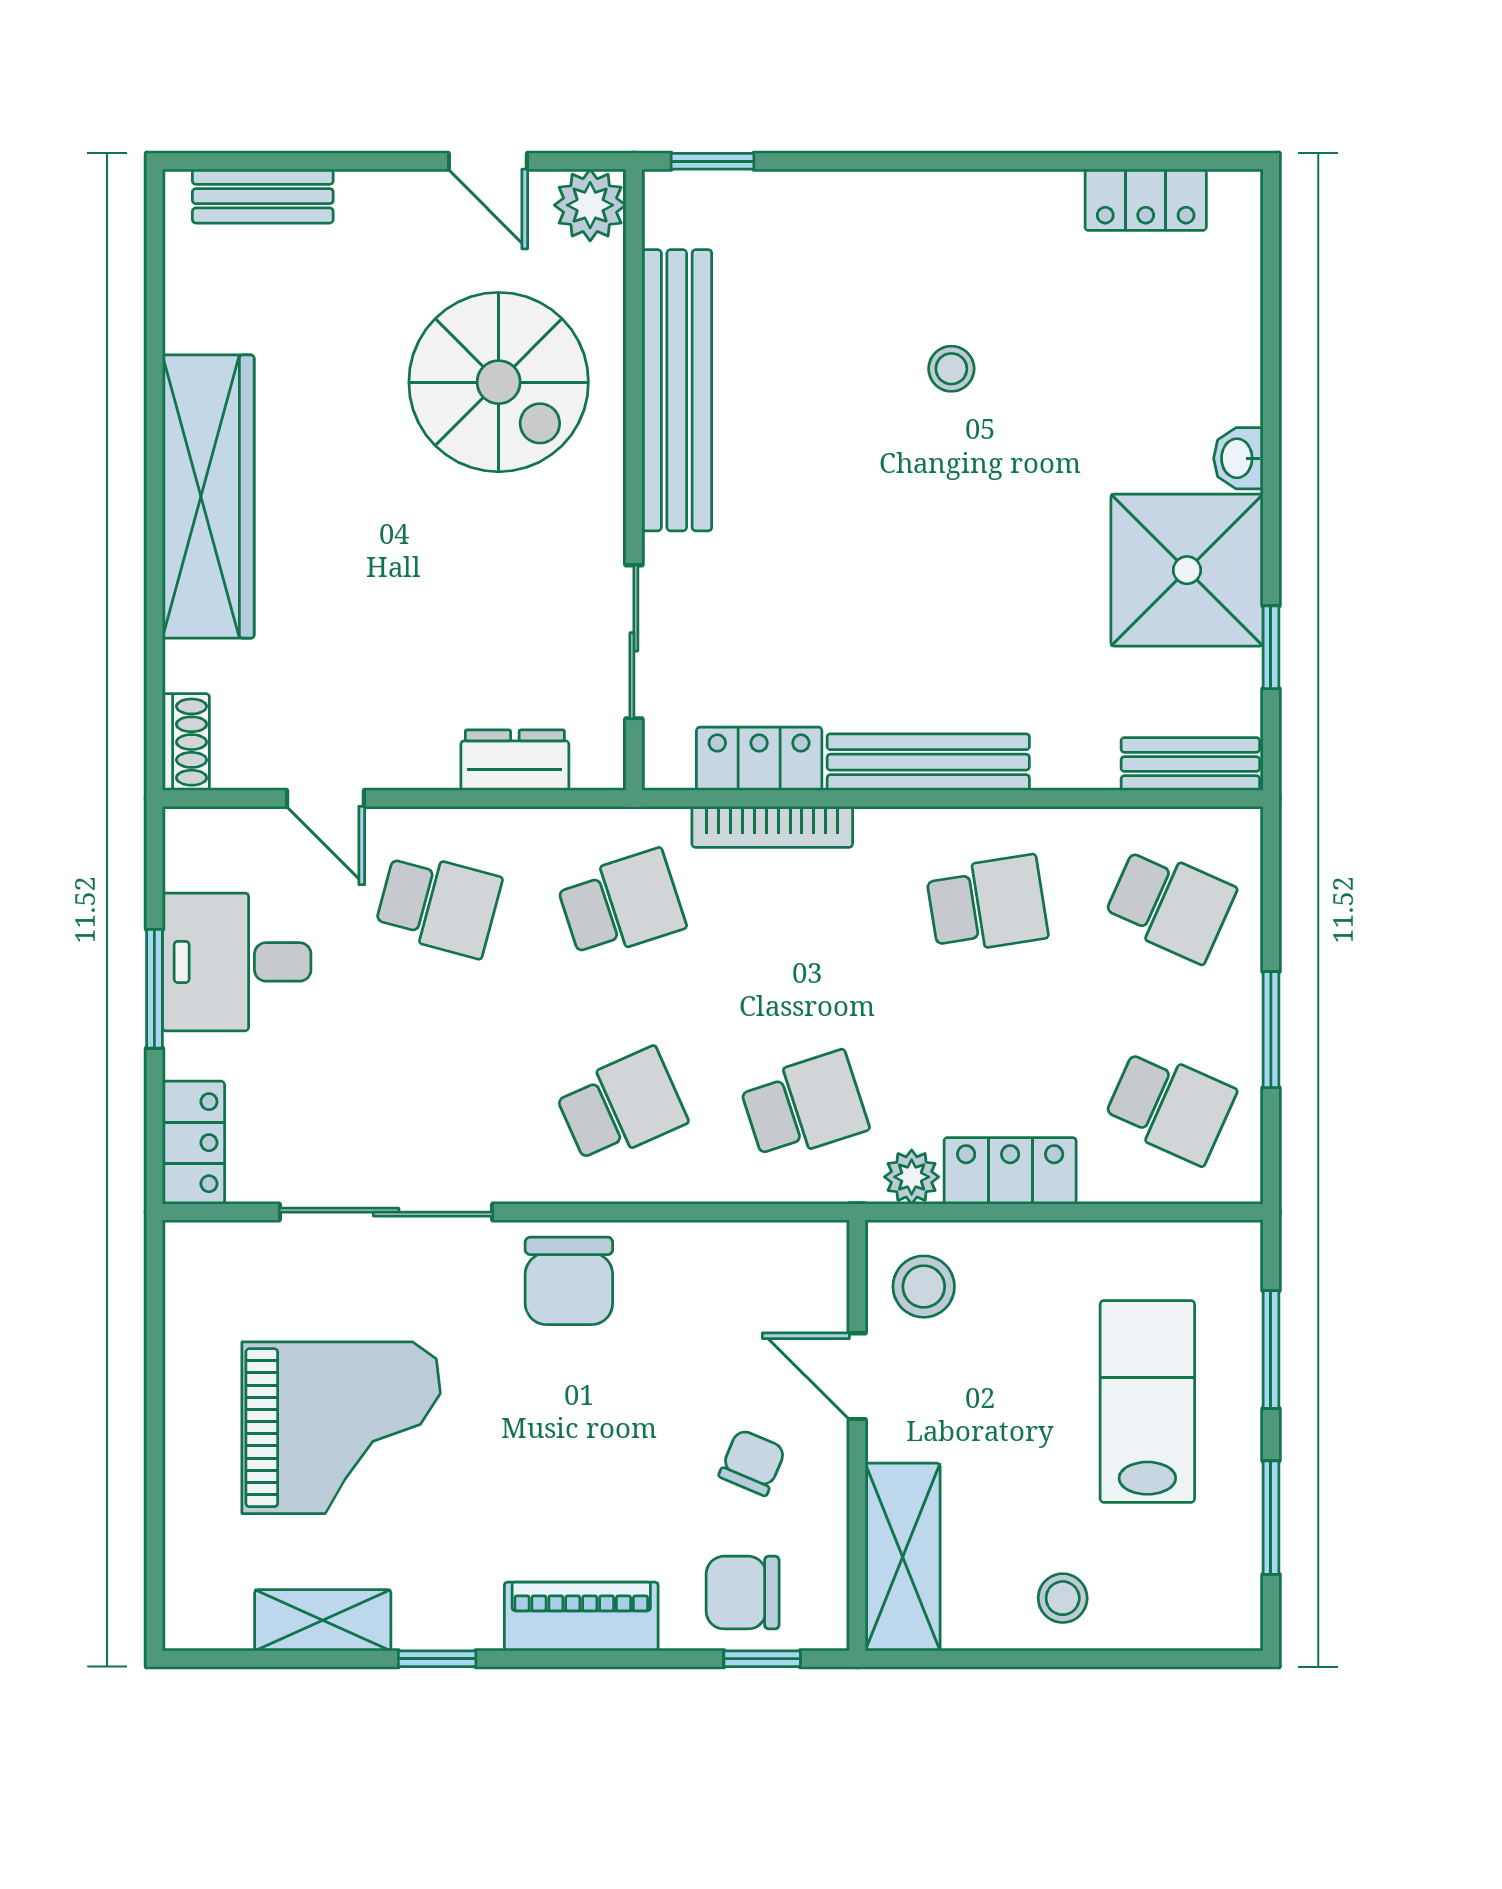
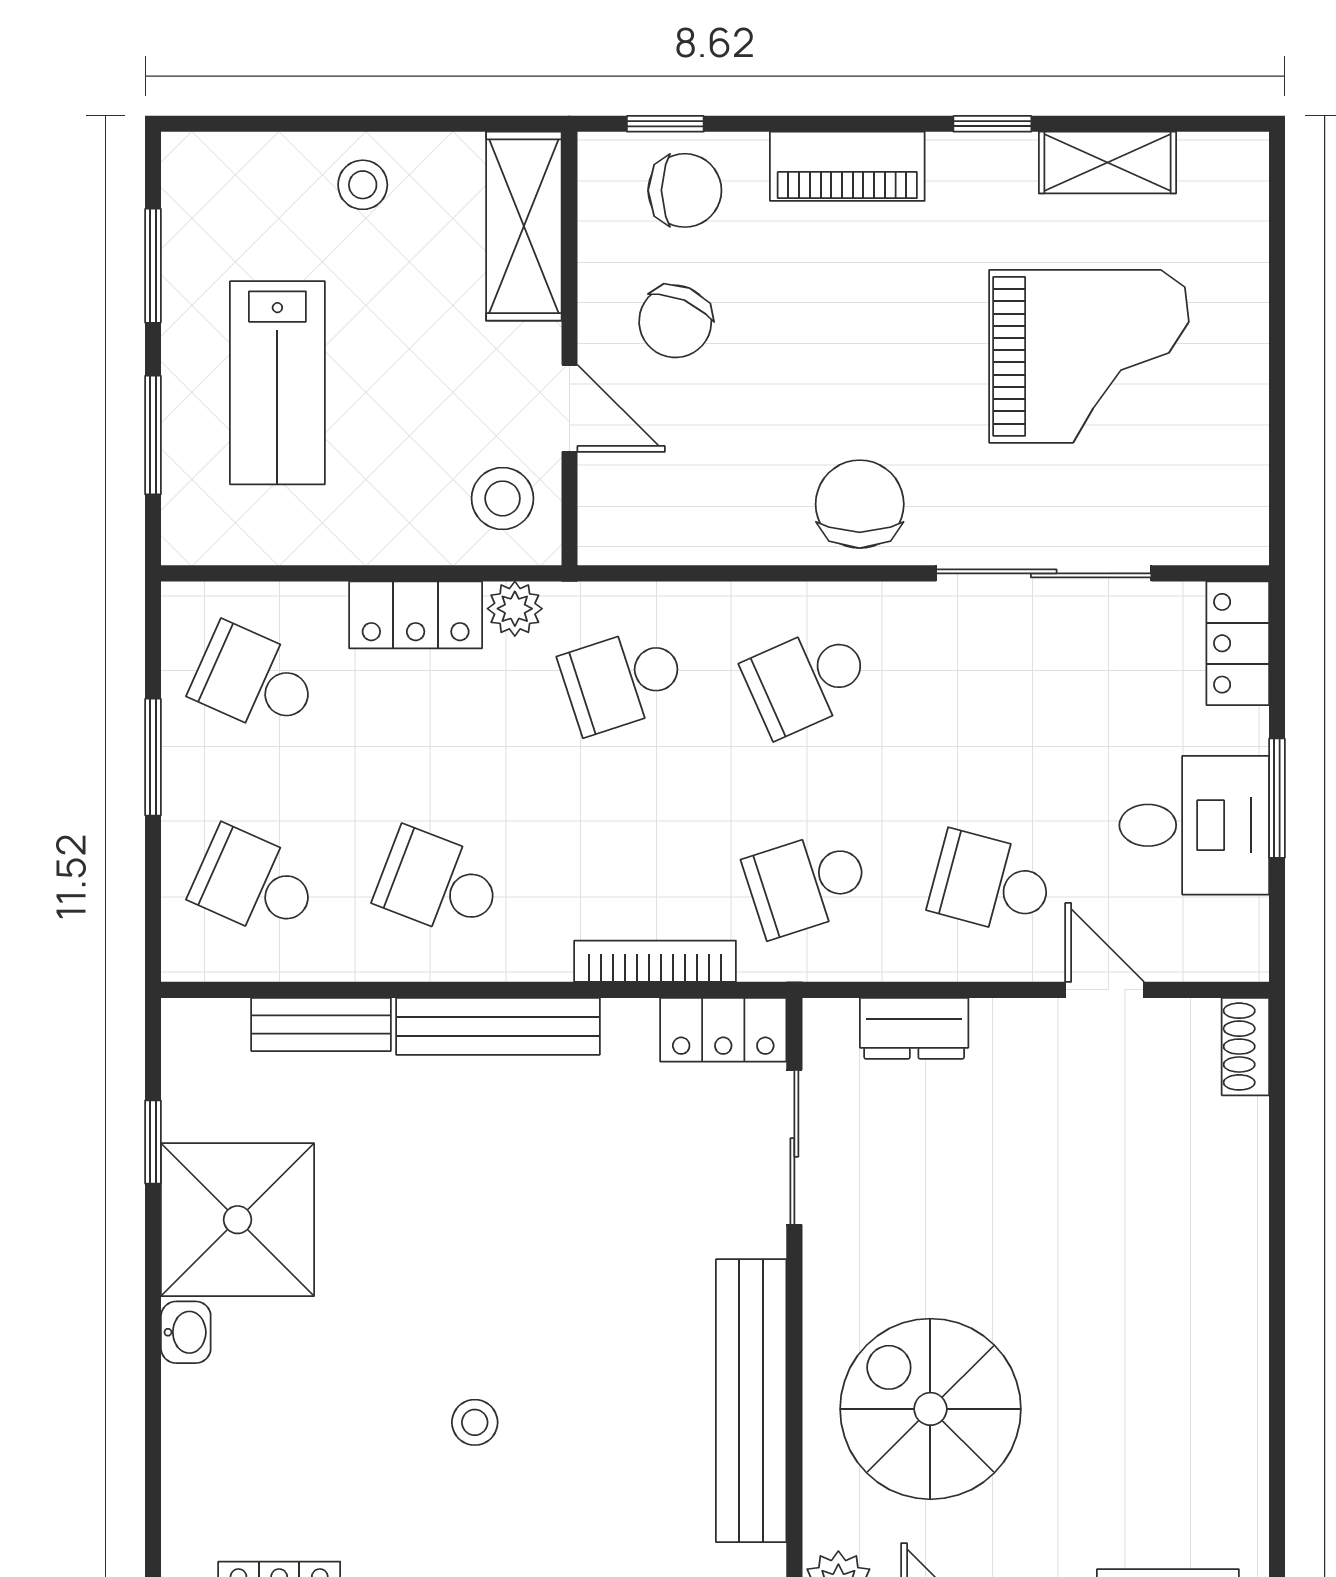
wardrobe: (208, 497) -> (1223, 1294), removed
locker: (759, 759) -> (723, 1030), moved
bench: (1190, 764) -> (321, 1024), moved
school desk: (987, 904) -> (439, 883), turned 30
grand piano: (341, 1428) -> (1089, 356), turned 180
chair: (752, 1462) -> (675, 321), width x1.37, depth x1.37

